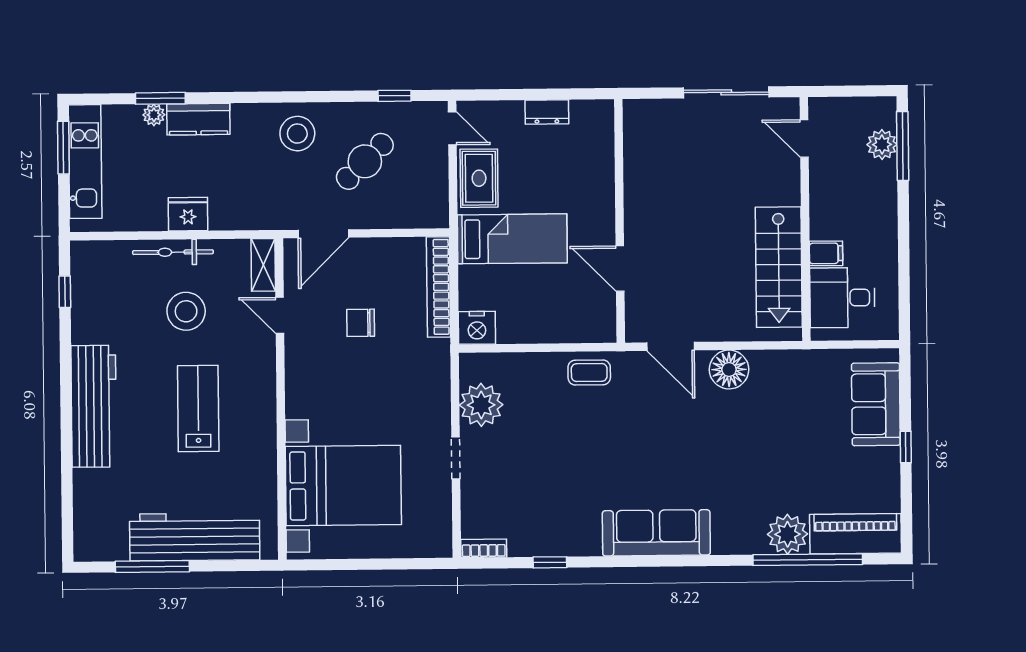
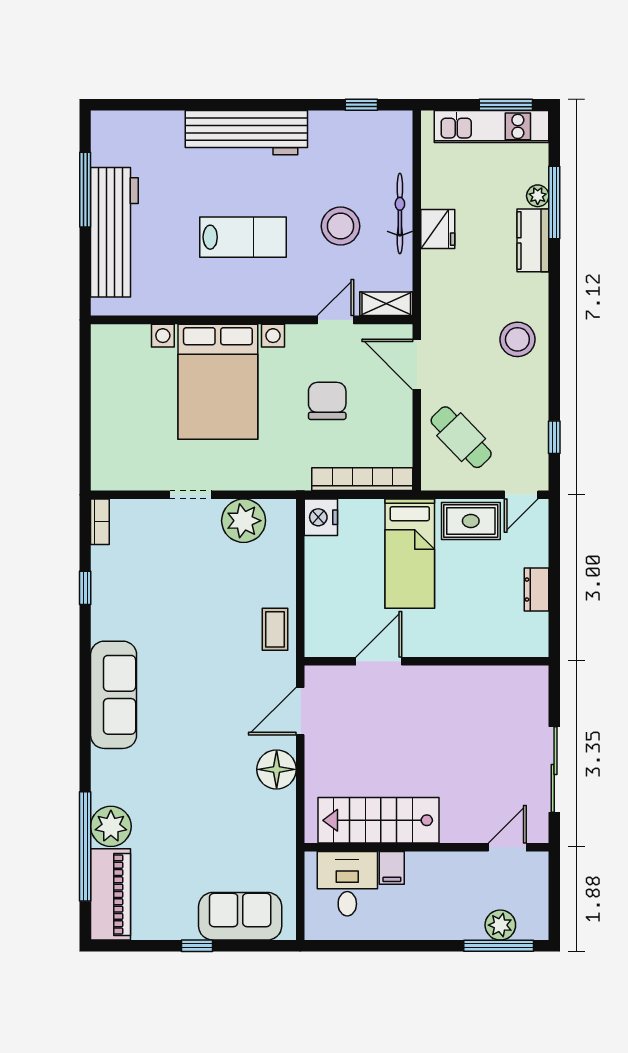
window: (160, 98) -> (554, 202), width x1.44
cafe table: (365, 161) -> (461, 437), moved
chair: (361, 323) -> (327, 401), width x1.37, depth x1.37
bed with nightstands: (343, 486) -> (218, 382), moved

